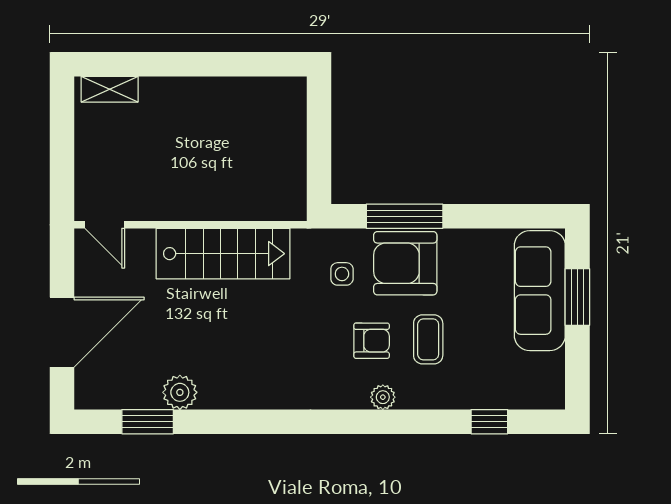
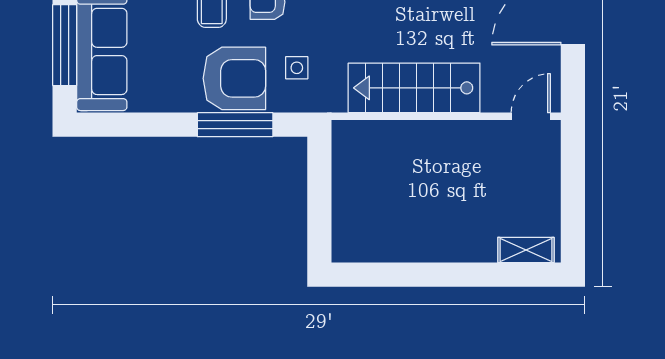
door: (105, 225) -> (531, 116), hinge flipped
window: (577, 297) -> (65, 45), width x1.44

